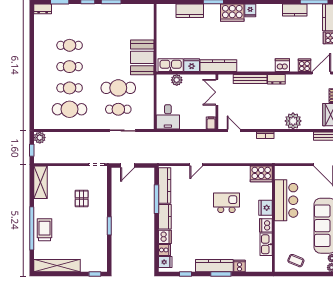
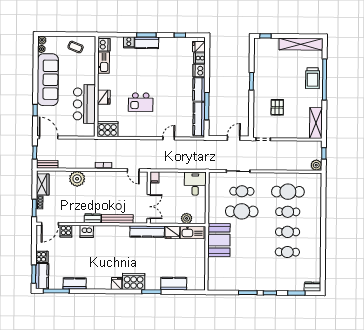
dishwasher: (266, 225) -> (104, 45), moved
kitchen counter: (214, 266) -> (147, 43), width x0.67

